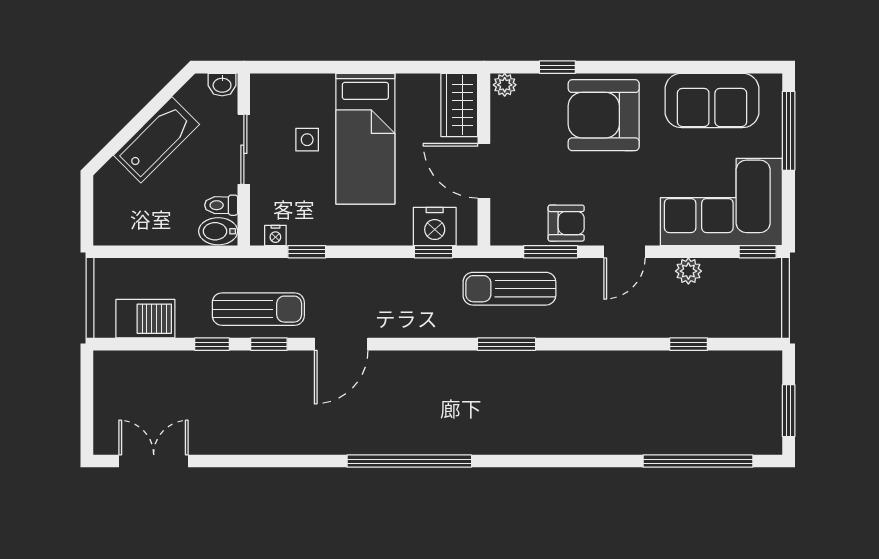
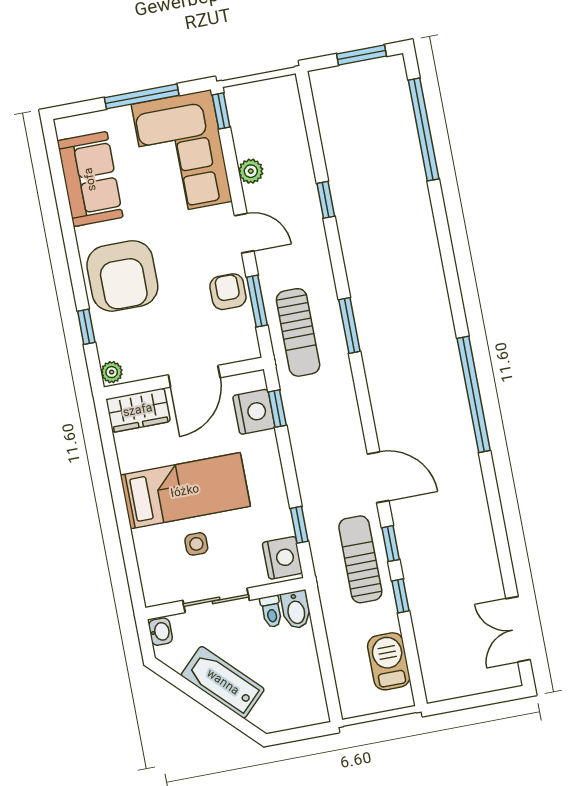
window: (789, 131) -> (142, 96), moved
nightstand: (275, 235) -> (282, 558), width x1.89, depth x1.79
window: (689, 344) -> (326, 200), moved

